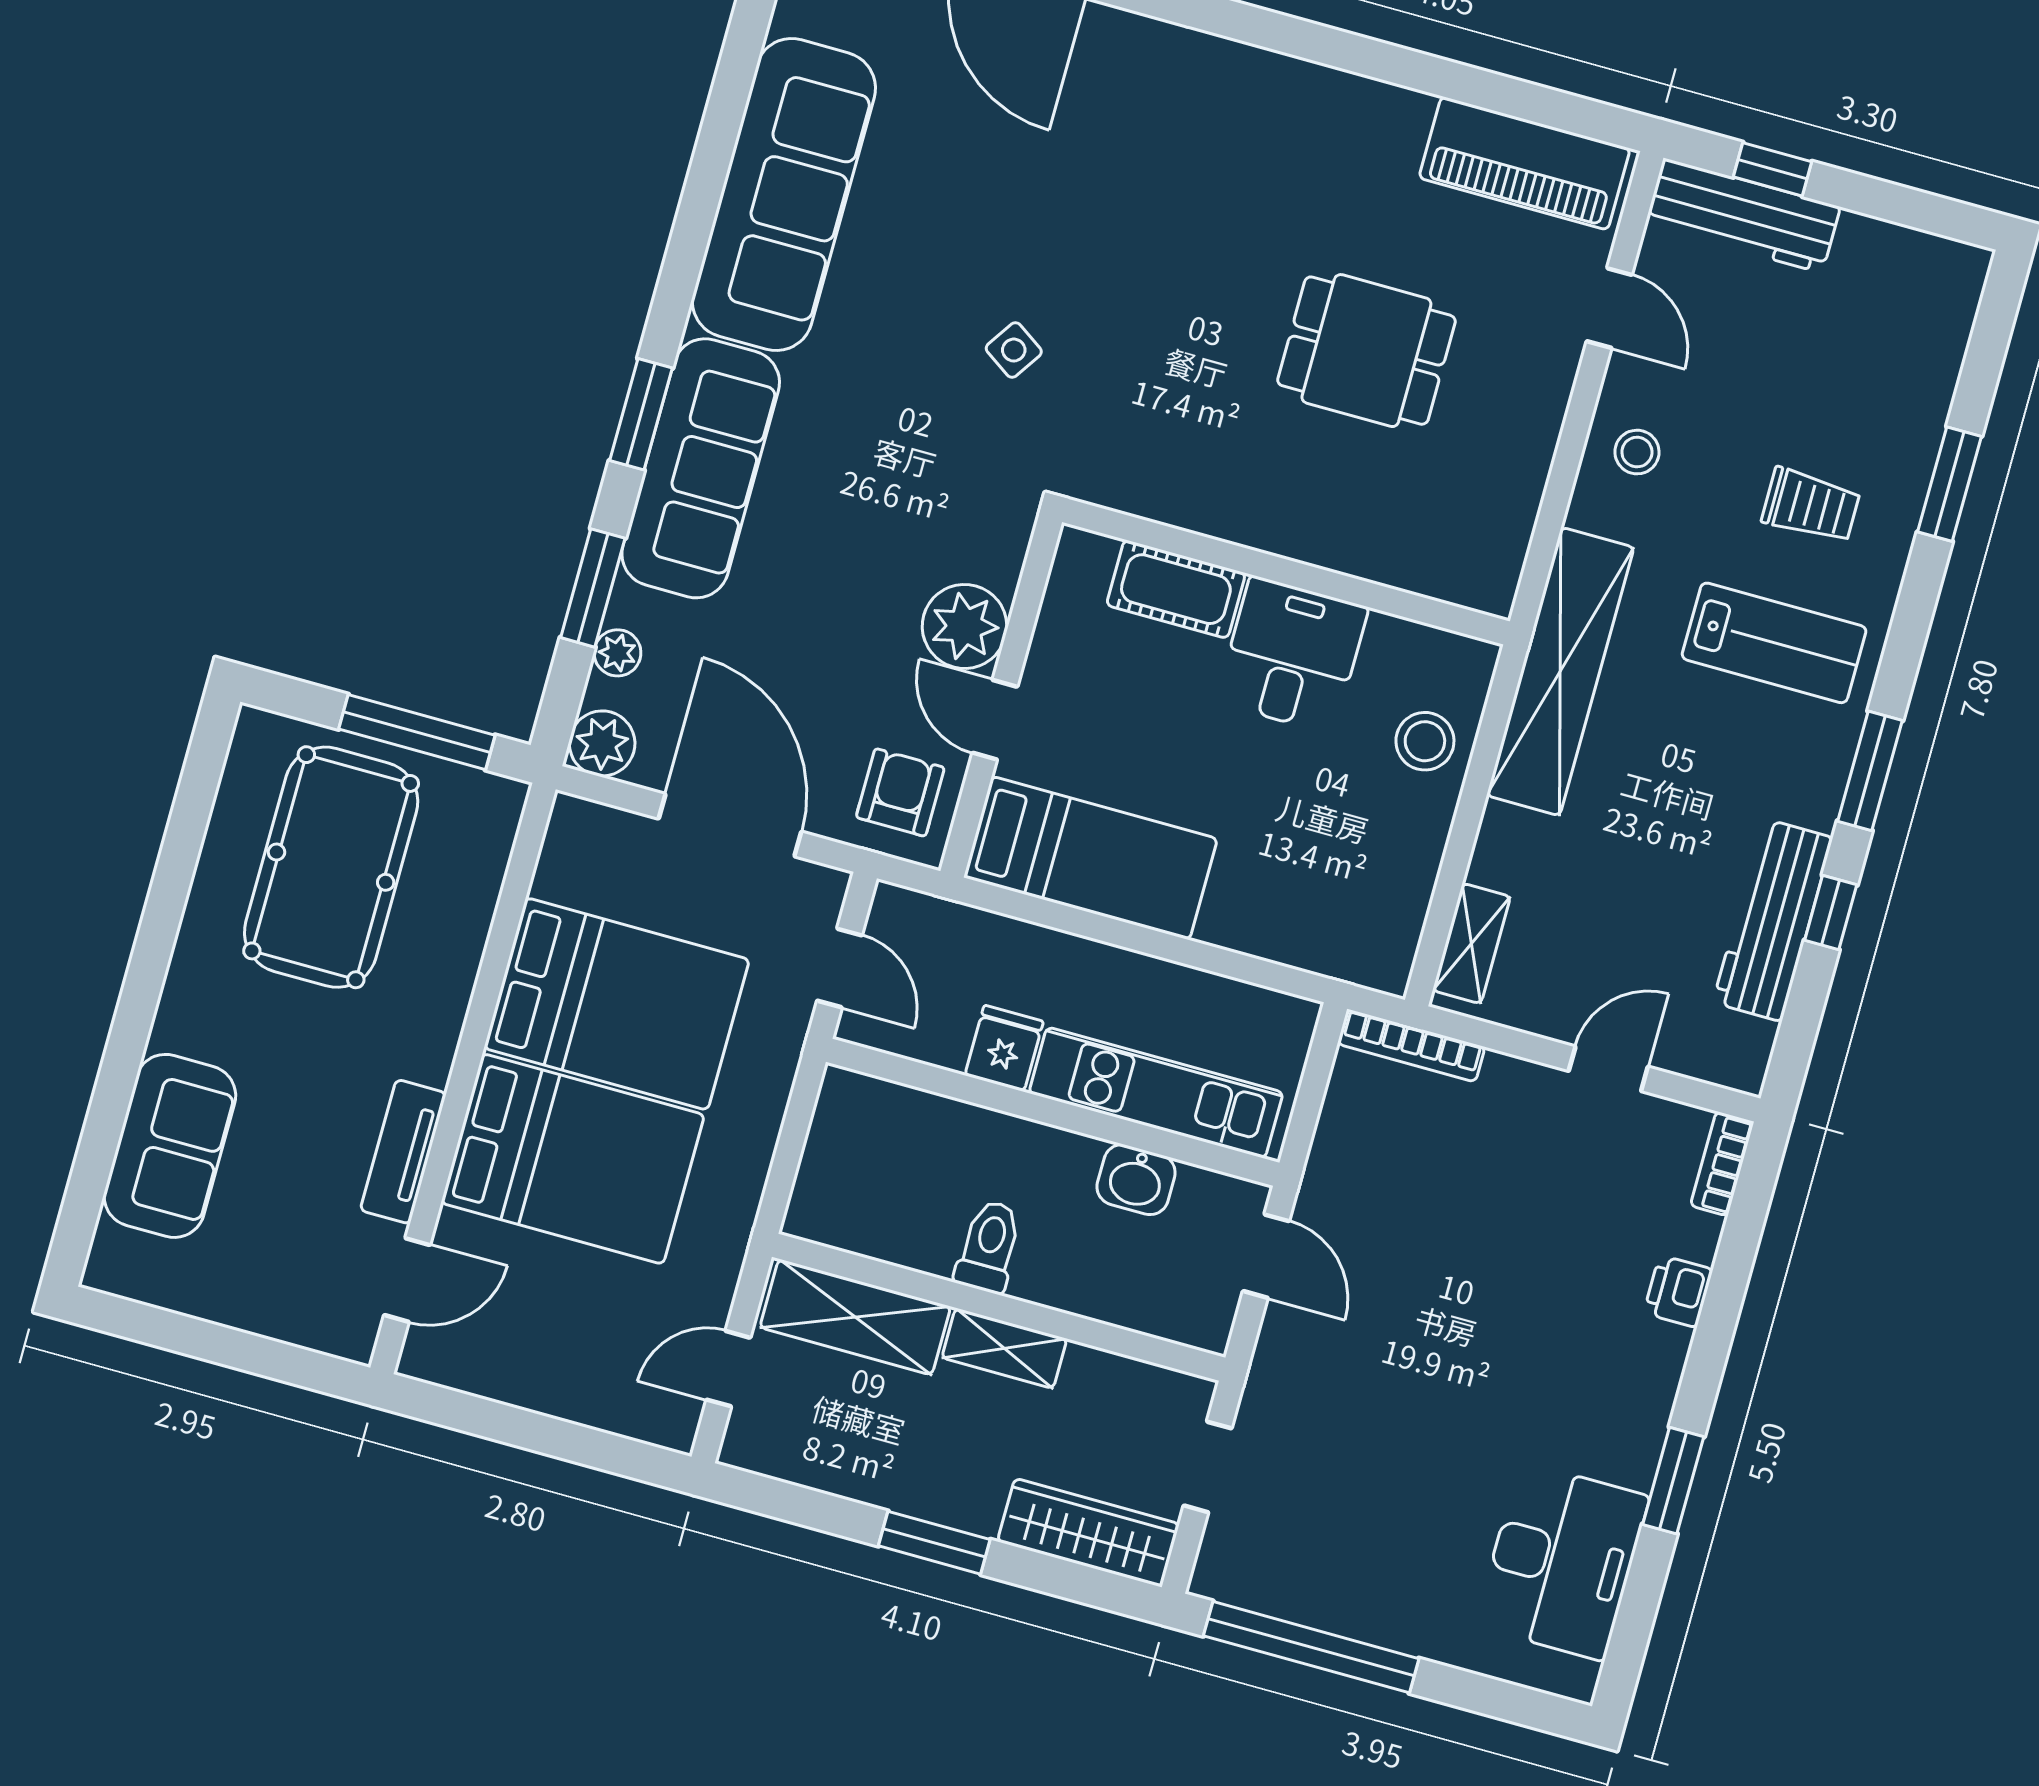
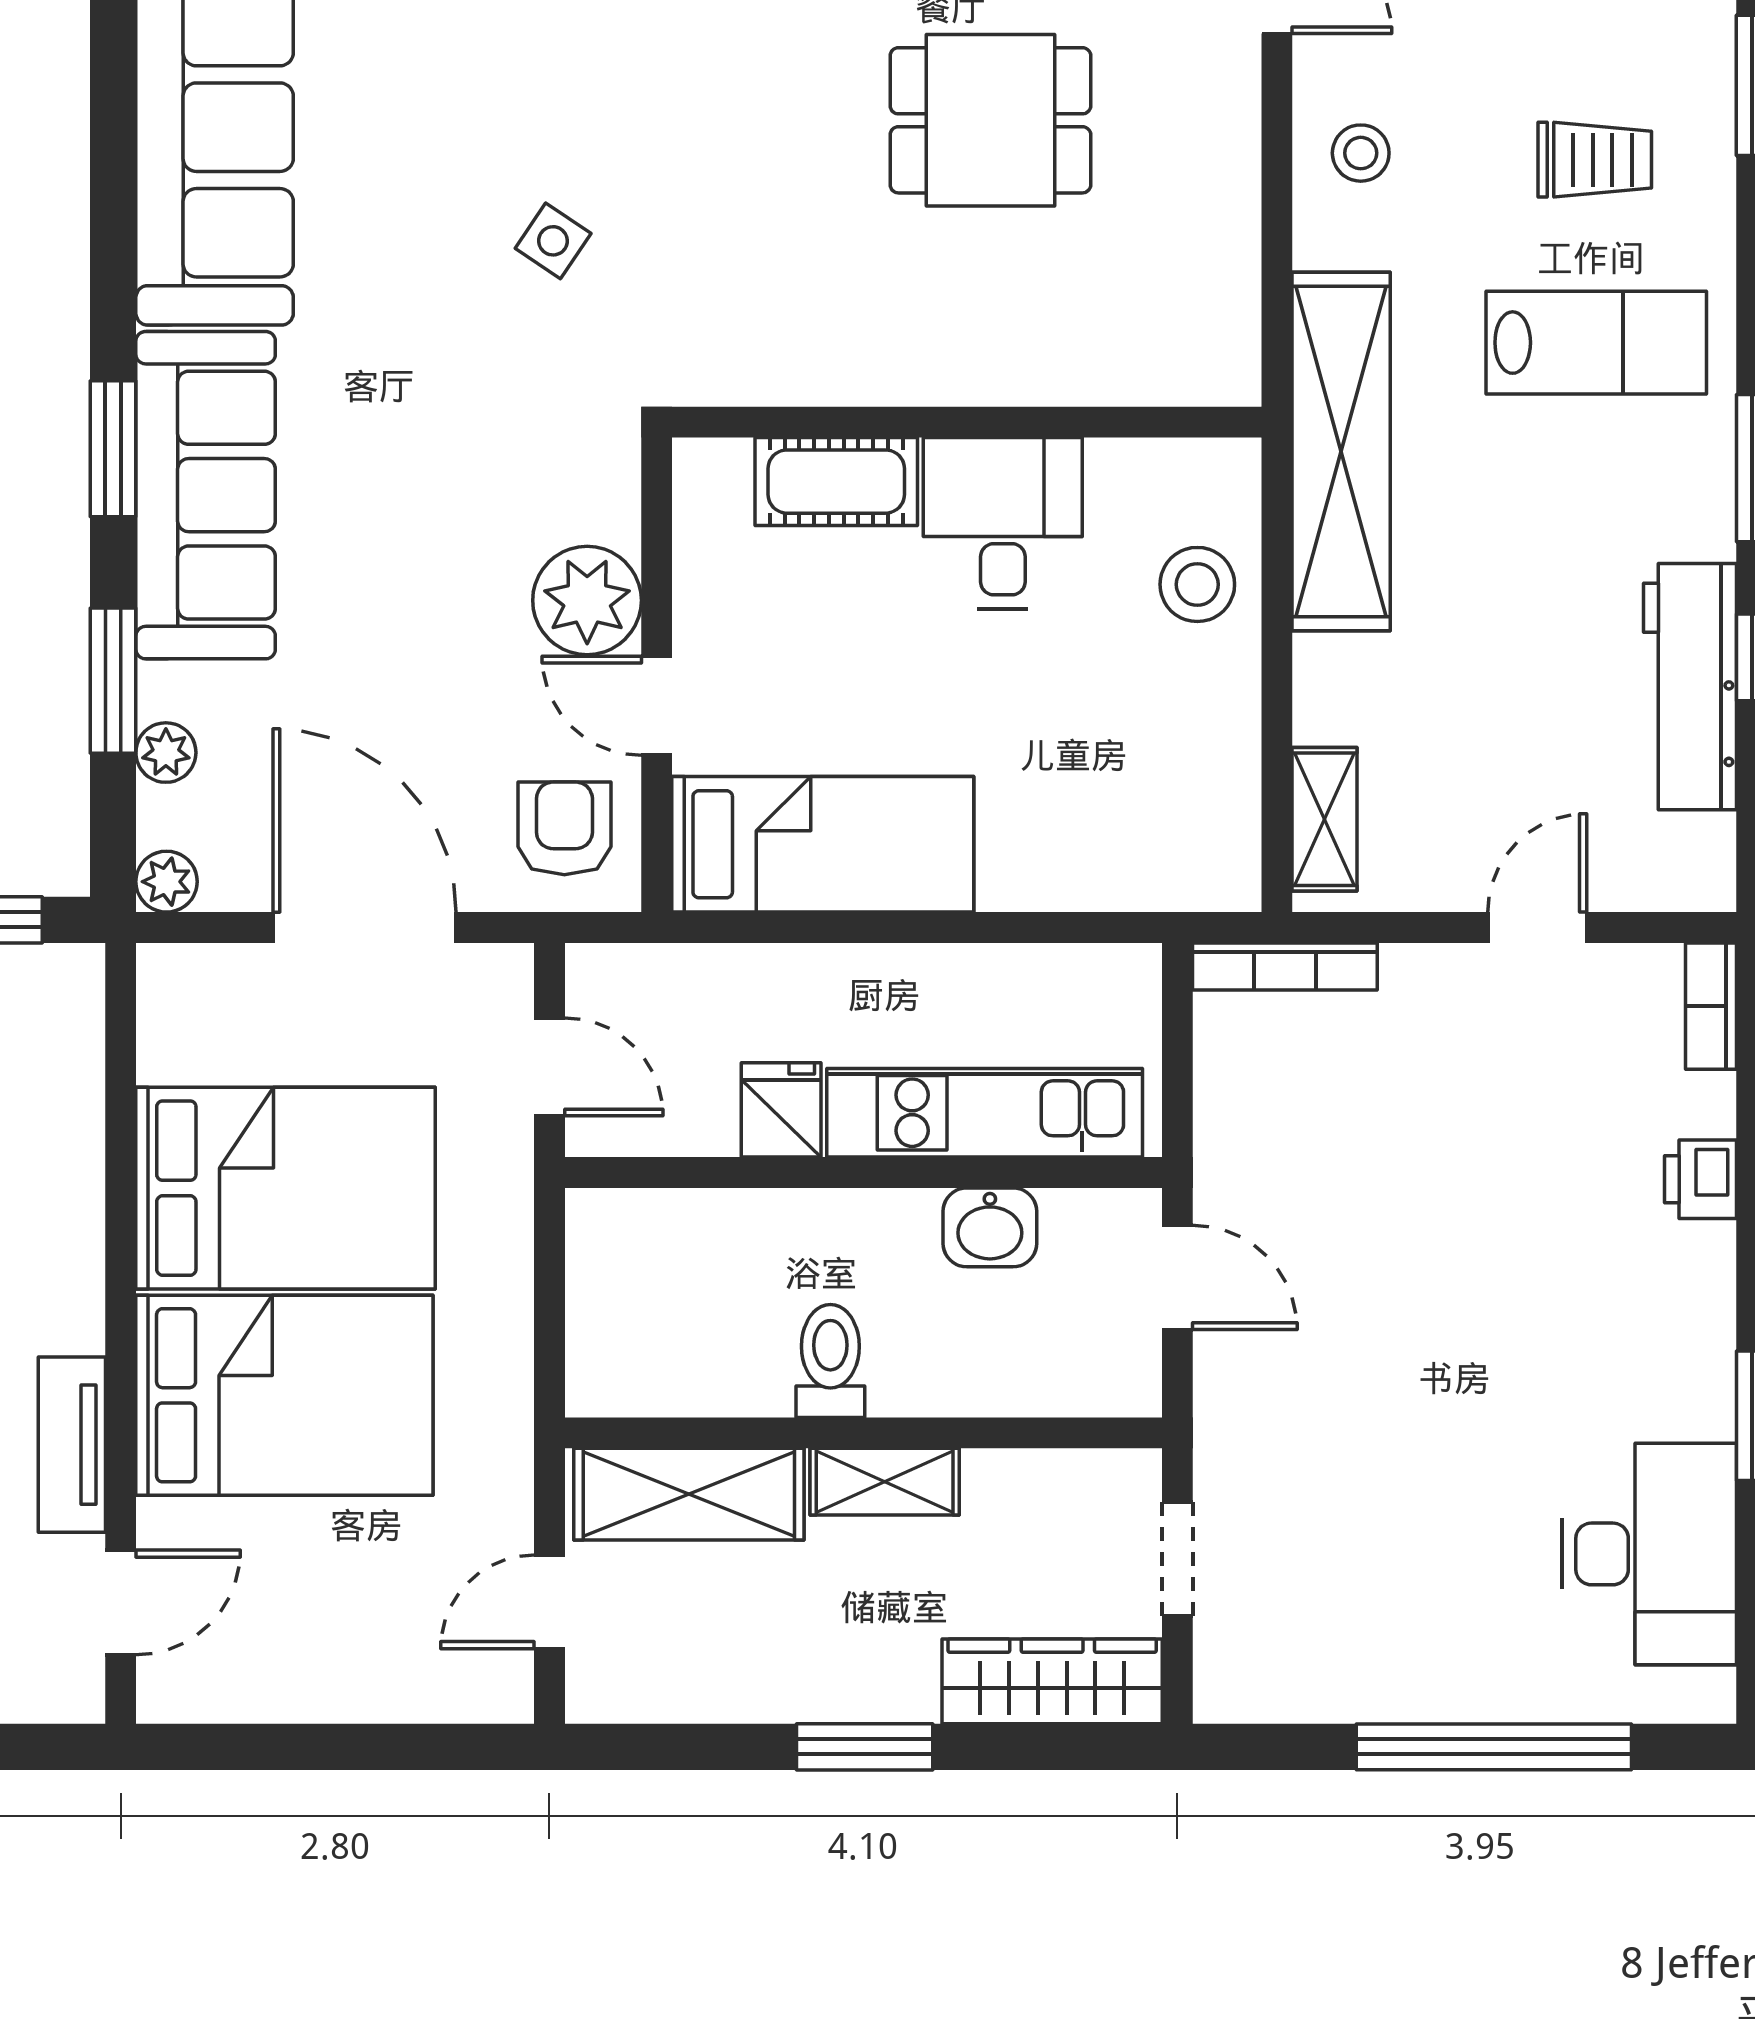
plant: (602, 743) -> (167, 882), width x0.73, depth x0.73
window: (1311, 1647) -> (1494, 1747), moved

